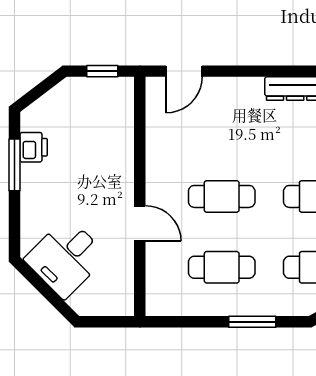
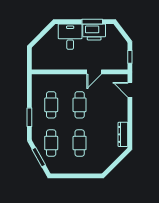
printer: (34, 147) -> (94, 32), width x1.87, depth x1.48
door: (140, 223) -> (94, 72), moved
desk: (66, 258) -> (70, 37), moved, turned 45

